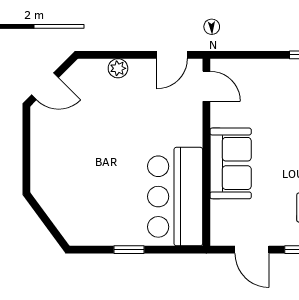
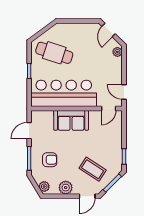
plant: (118, 68) -> (117, 52), moved
bar counter: (175, 197) -> (64, 93), width x1.36
cafe table: (92, 198) -> (54, 53), added

